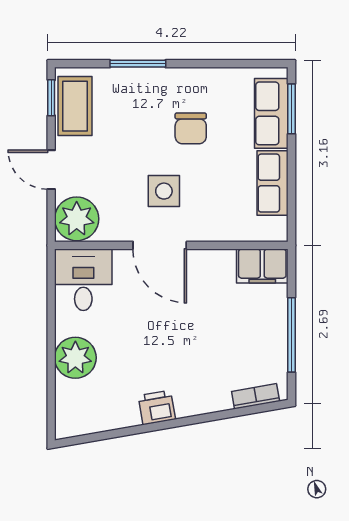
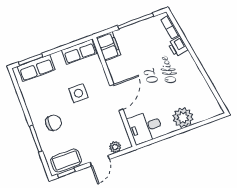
chair: (191, 128) -> (54, 123), moved
row of seats: (273, 183) -> (79, 52), moved
side table: (164, 191) -> (78, 93), moved
plant: (77, 219) -> (115, 147), width x0.53, depth x0.53
printer: (157, 408) -> (178, 47), moved

